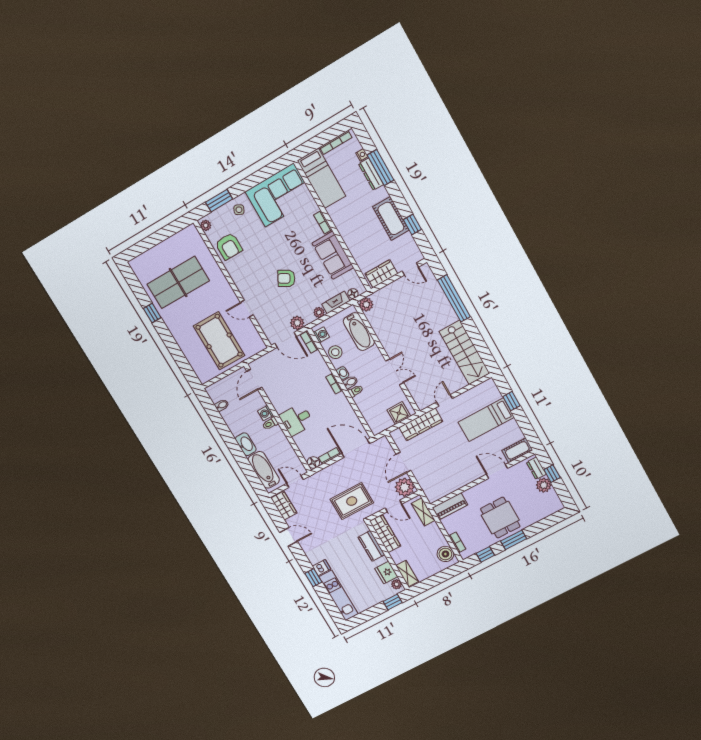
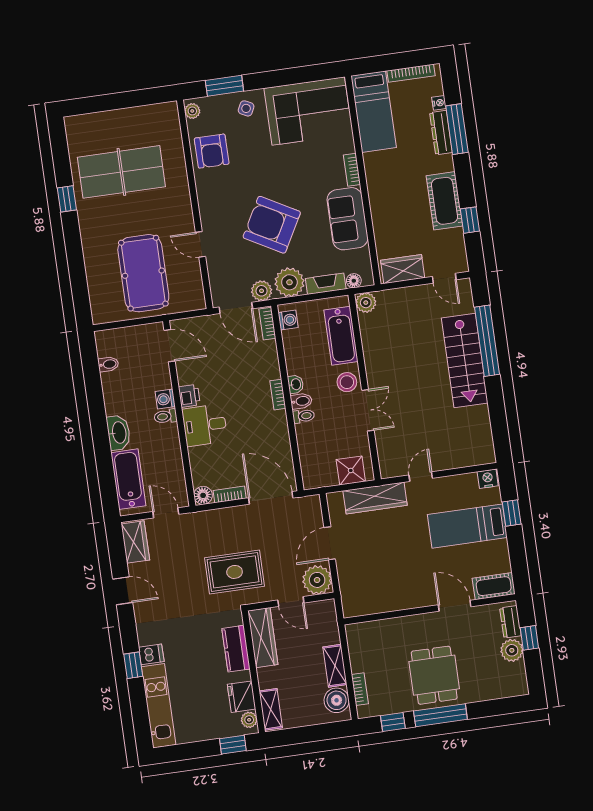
armchair: (286, 278) -> (272, 225), width x1.88, depth x1.88
plant: (319, 312) -> (289, 282), width x1.88, depth x1.88
stool: (335, 352) -> (347, 382), moved
stairs: (464, 352) -> (465, 360), moved
door: (254, 379) -> (170, 346), swing flipped
nightstand: (488, 386) -> (488, 479), added
printer: (279, 405) -> (189, 396), added
piano: (450, 506) -> (370, 632), removed
shelving: (423, 512) -> (335, 666), moved
window: (514, 540) -> (440, 715), width x1.44

